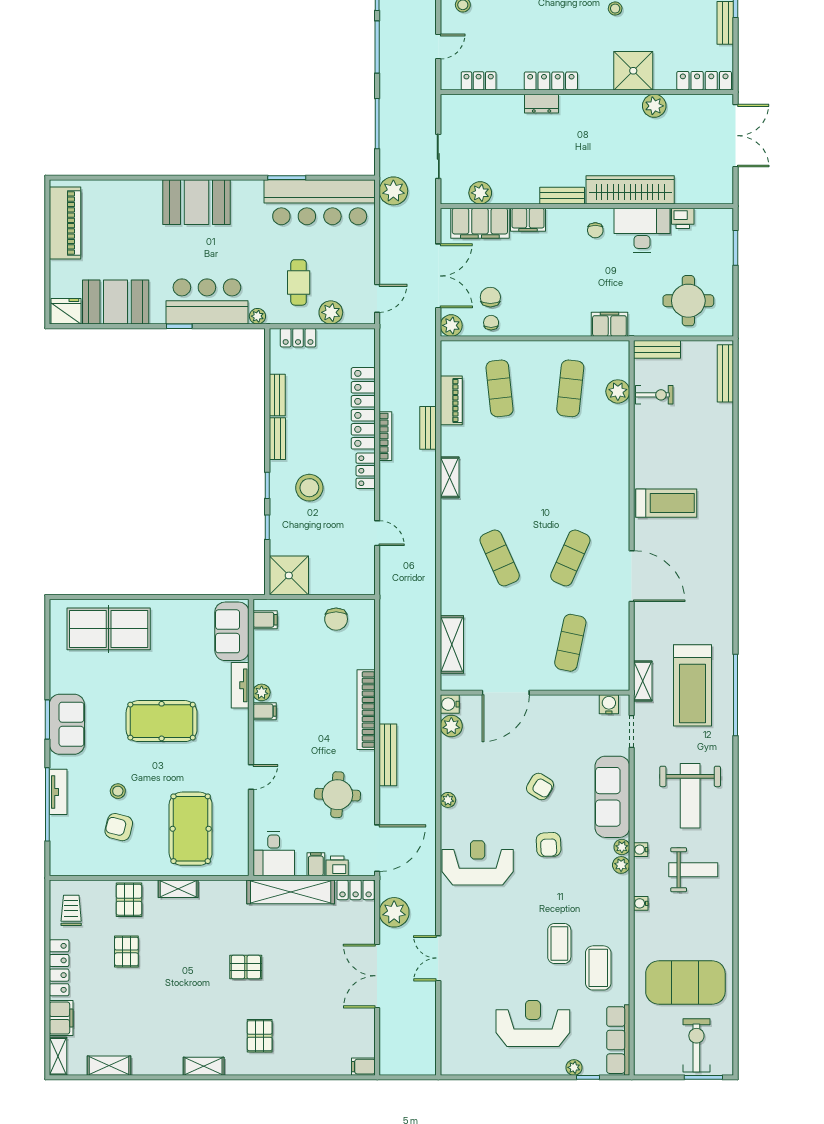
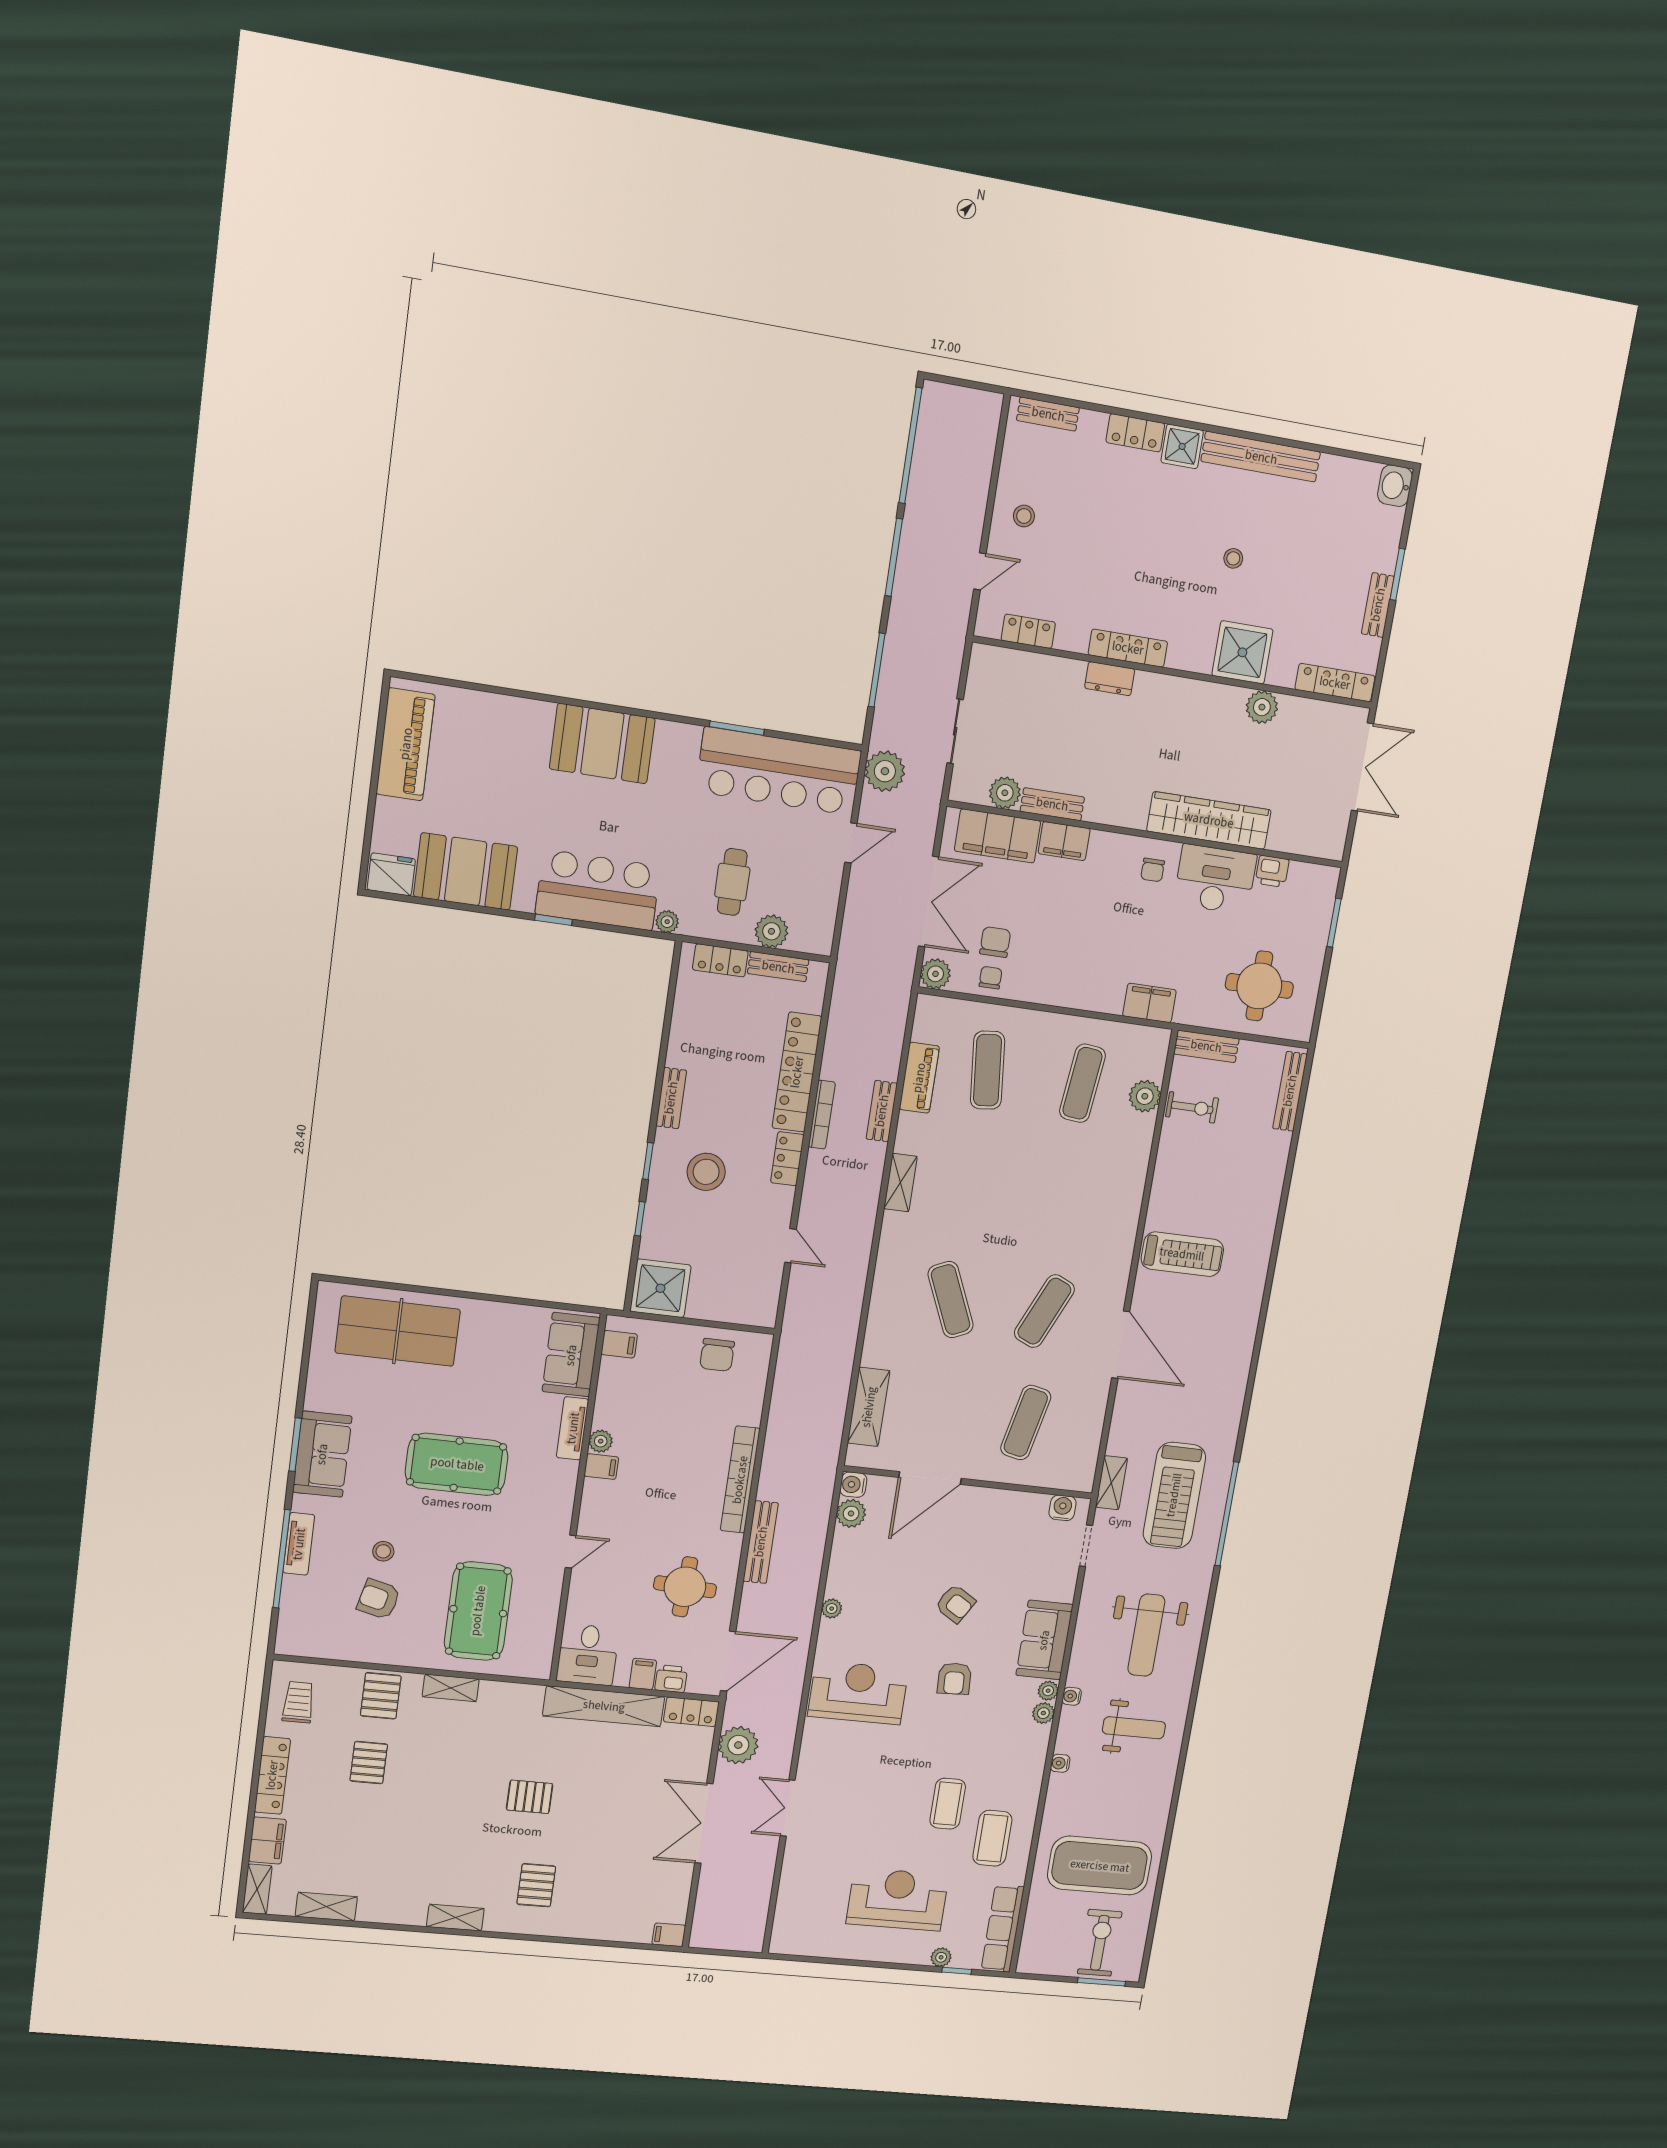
bench: (562, 196) -> (1052, 804), moved
door: (377, 298) -> (851, 843), moved
bench: (277, 395) -> (778, 967), moved, turned 90
sofa: (612, 797) -> (1044, 1640), width x0.73

